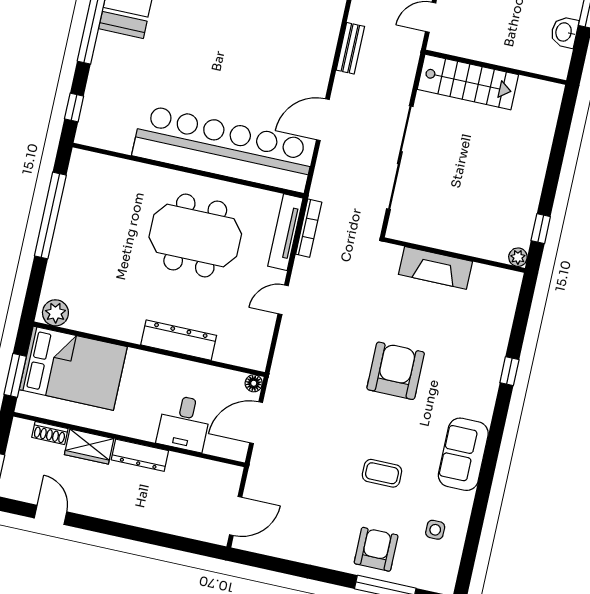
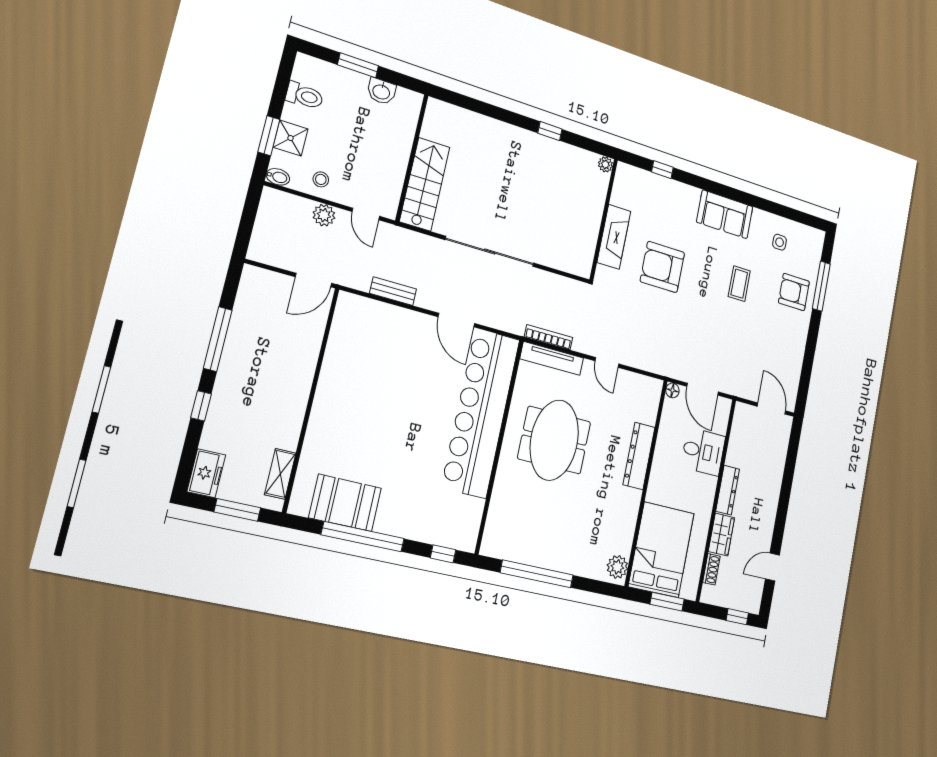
wall: (454, 255) -> (604, 220), moved
plant: (518, 257) -> (605, 164), moved
fireplace: (435, 268) -> (614, 237), moved

